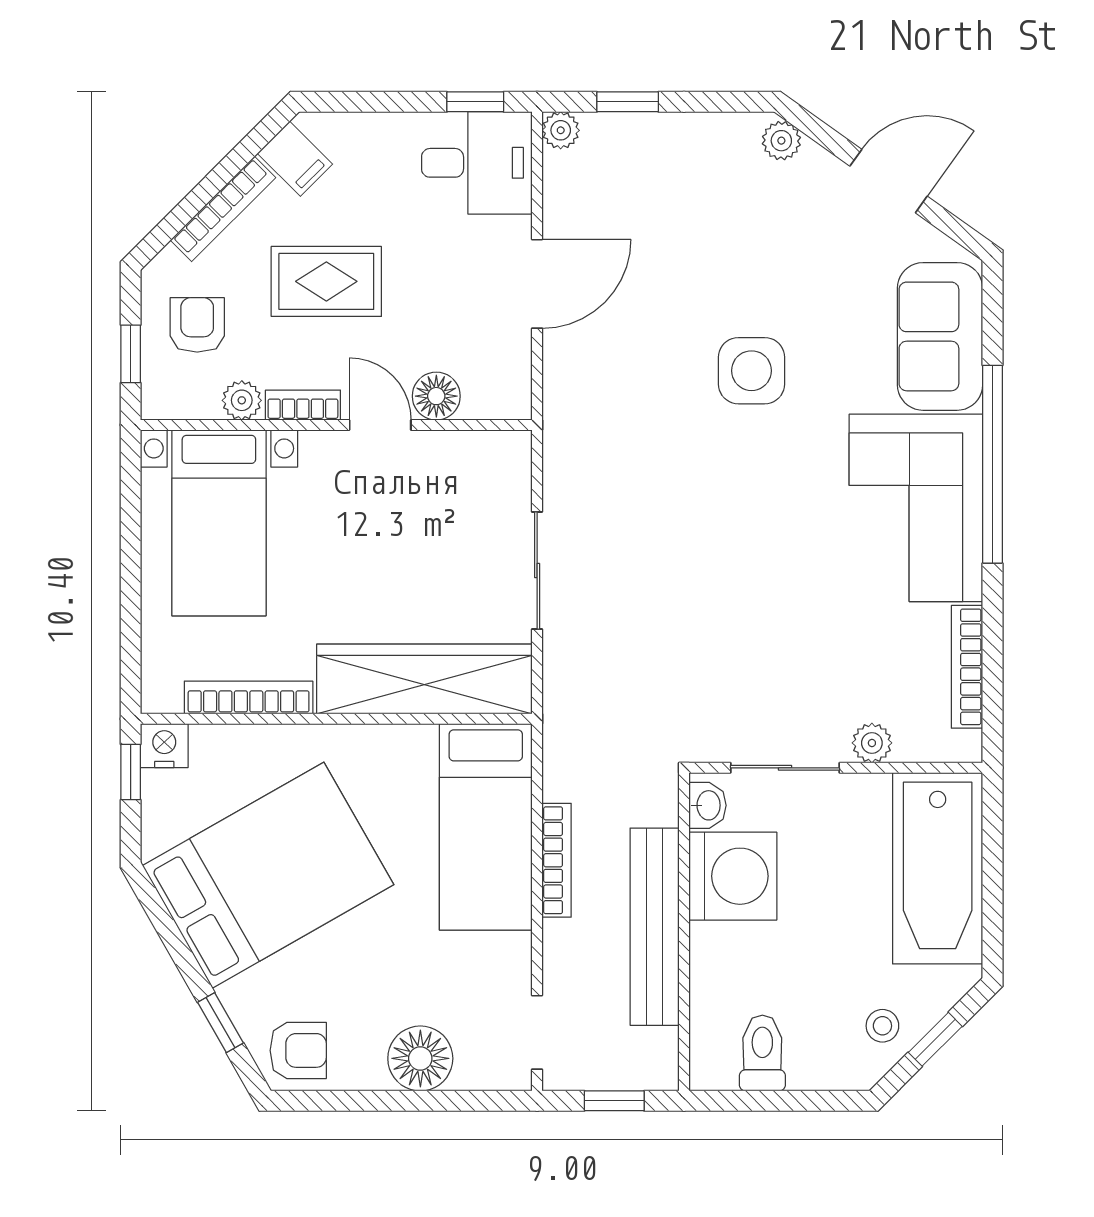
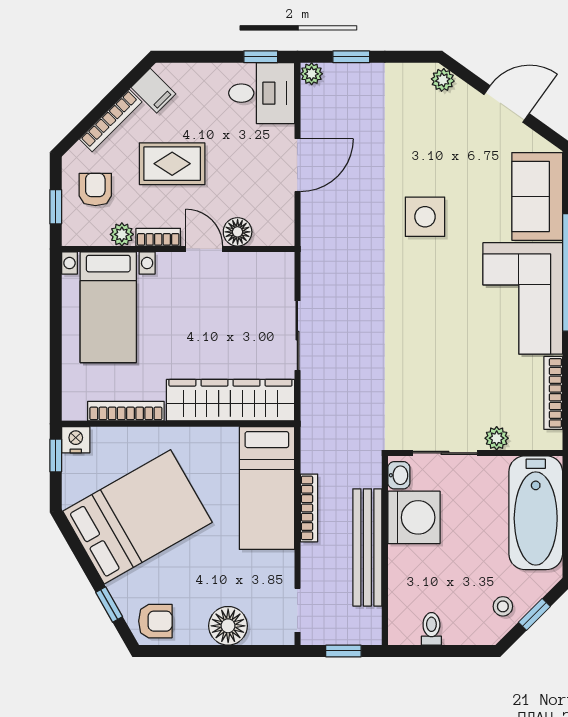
toilet: (762, 1053) -> (431, 629), width x0.73, depth x0.72

